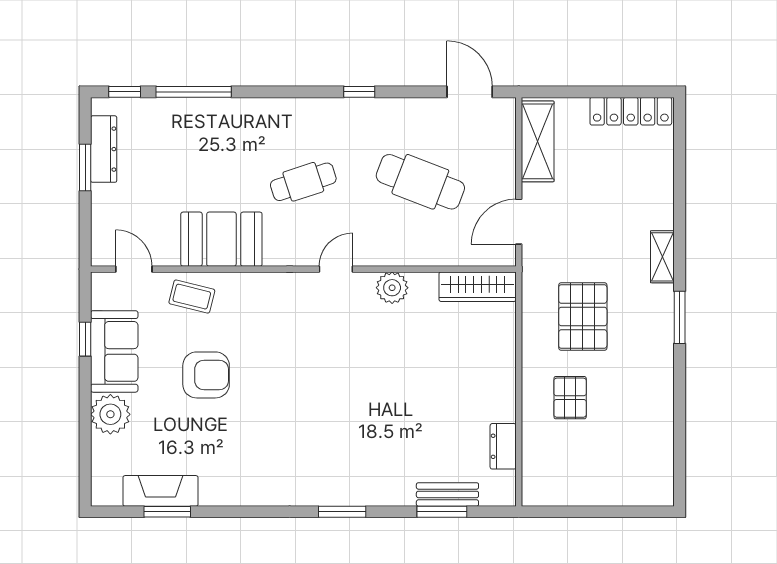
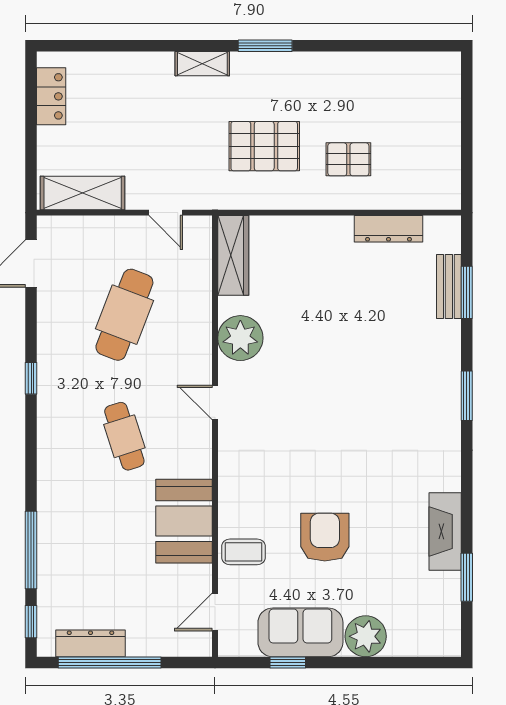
locker: (631, 111) -> (51, 96), width x0.66
window: (85, 168) -> (110, 663), width x2.11
door: (519, 222) -> (166, 213), width x0.73
plant: (392, 288) -> (240, 338), width x1.36, depth x1.36
coffee table: (192, 297) -> (243, 552), turned 76
dresser: (503, 446) -> (388, 229), width x1.44
fireplace: (161, 491) -> (445, 531), moved

